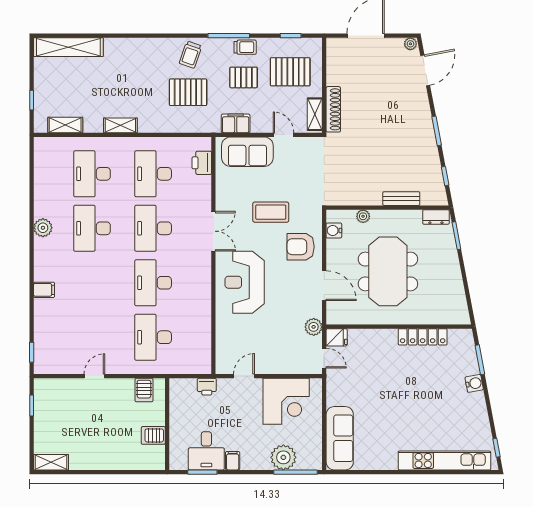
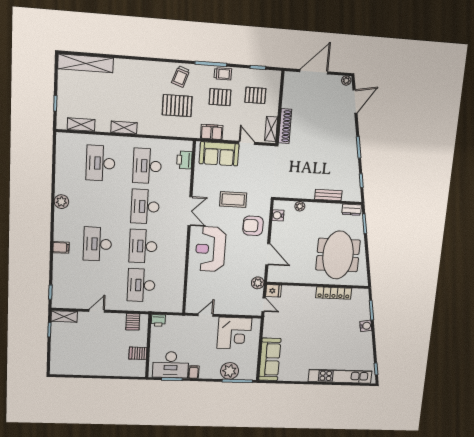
pallet: (290, 72) -> (255, 95), width x0.67, depth x0.71
desk: (92, 228) -> (97, 244), moved
meeting table: (388, 271) -> (338, 255), moved
printer: (207, 387) -> (158, 320), moved
desk: (206, 451) -> (171, 365), width x1.37
shelving: (51, 462) -> (64, 316), moved

